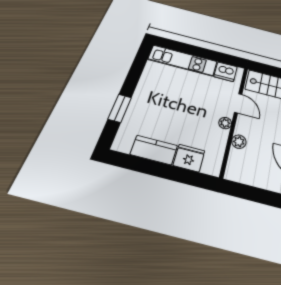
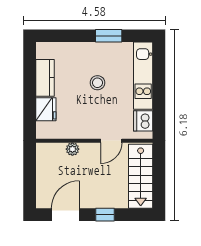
stool: (176, 100) -> (97, 83), added
window: (120, 108) -> (109, 36), moved
plant: (225, 123) -> (87, 133), removed

